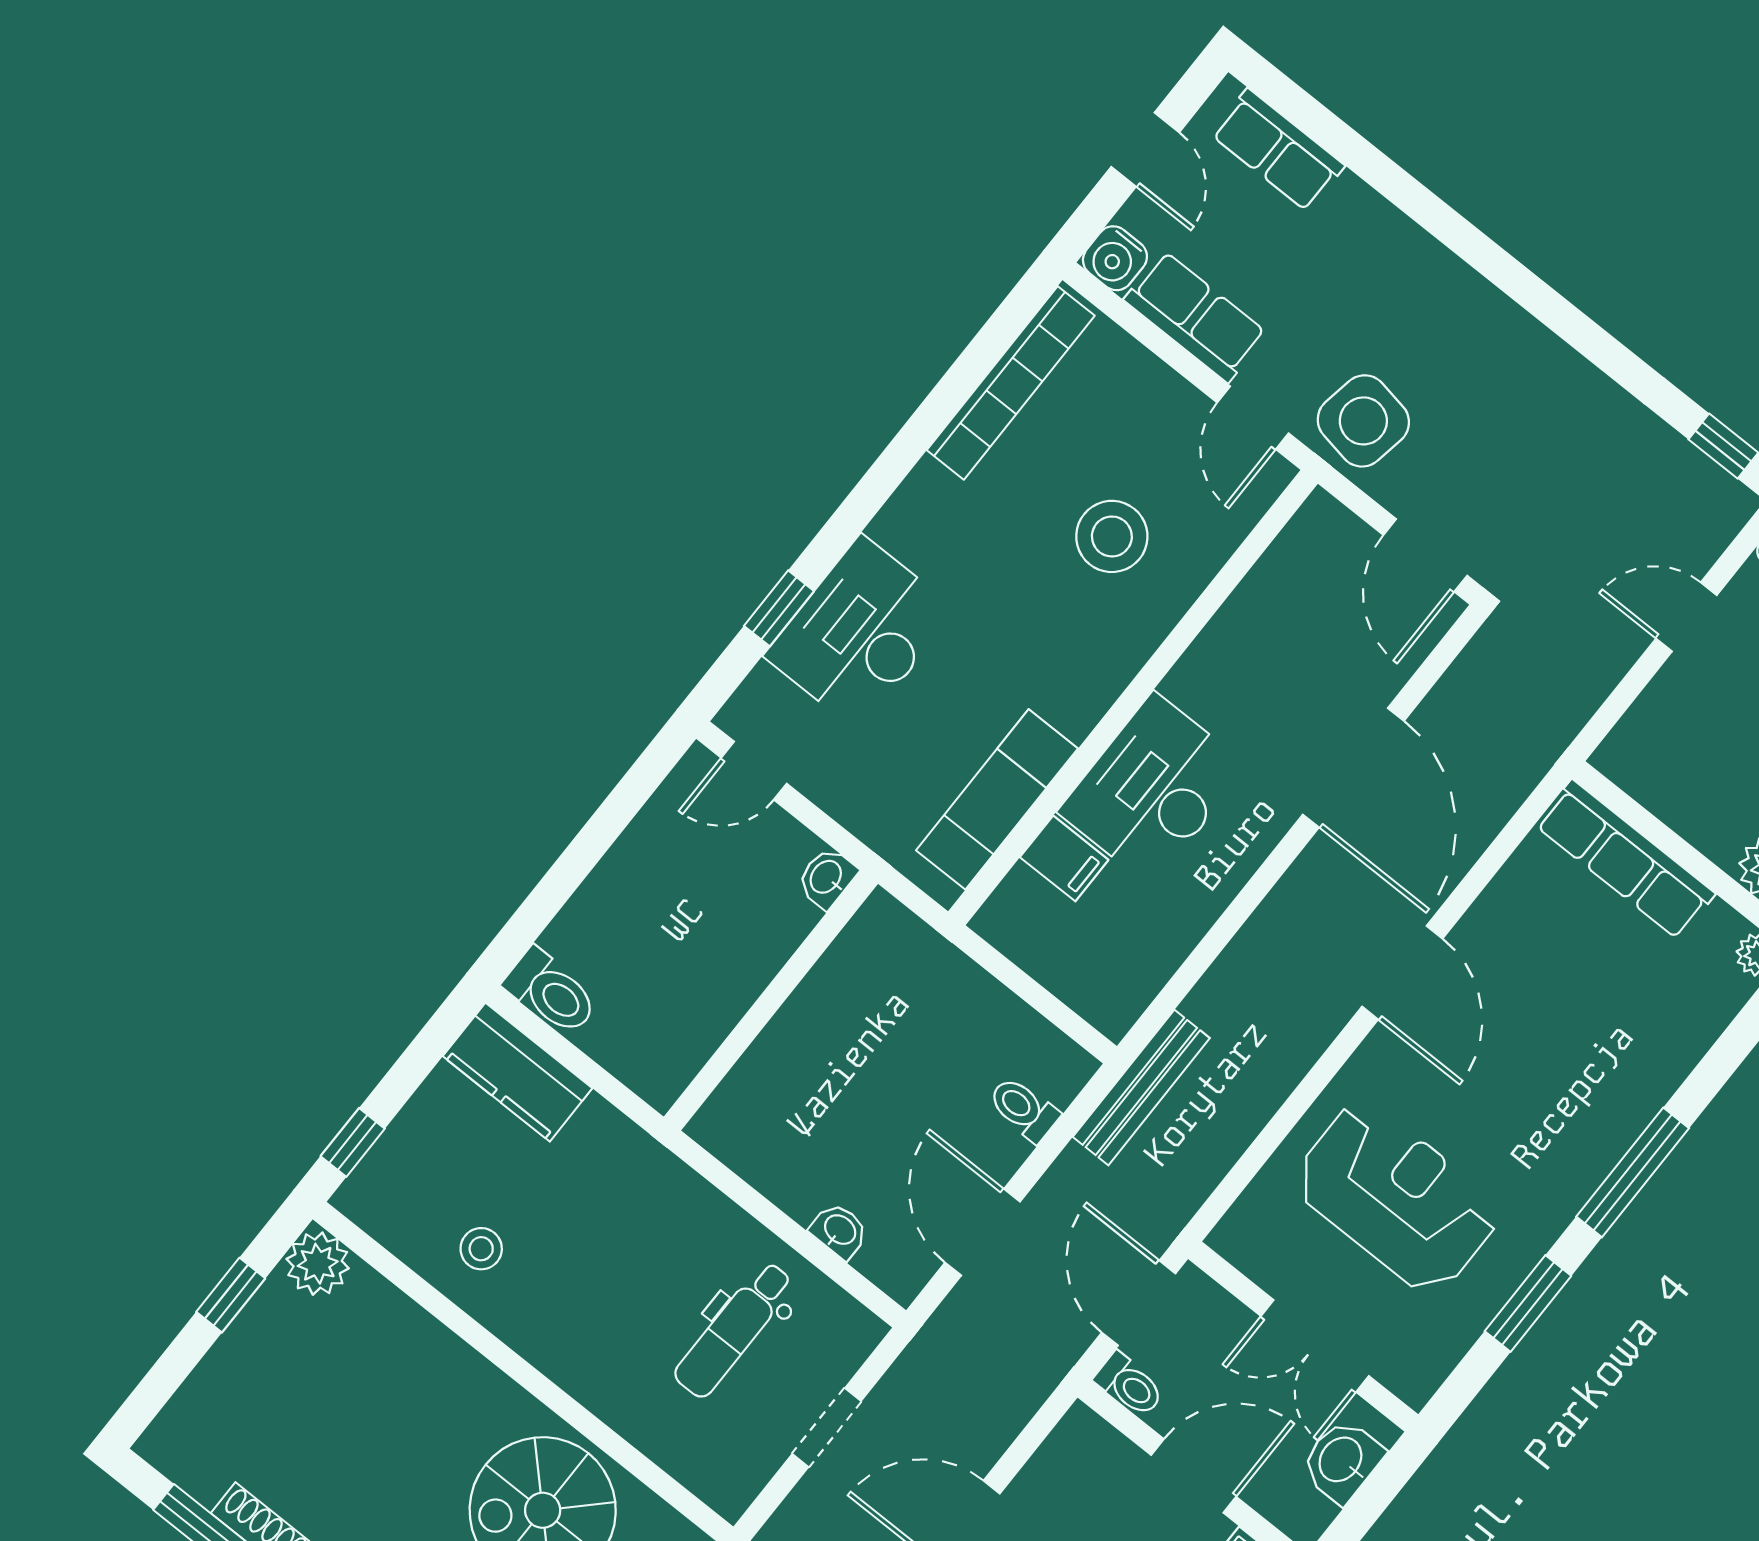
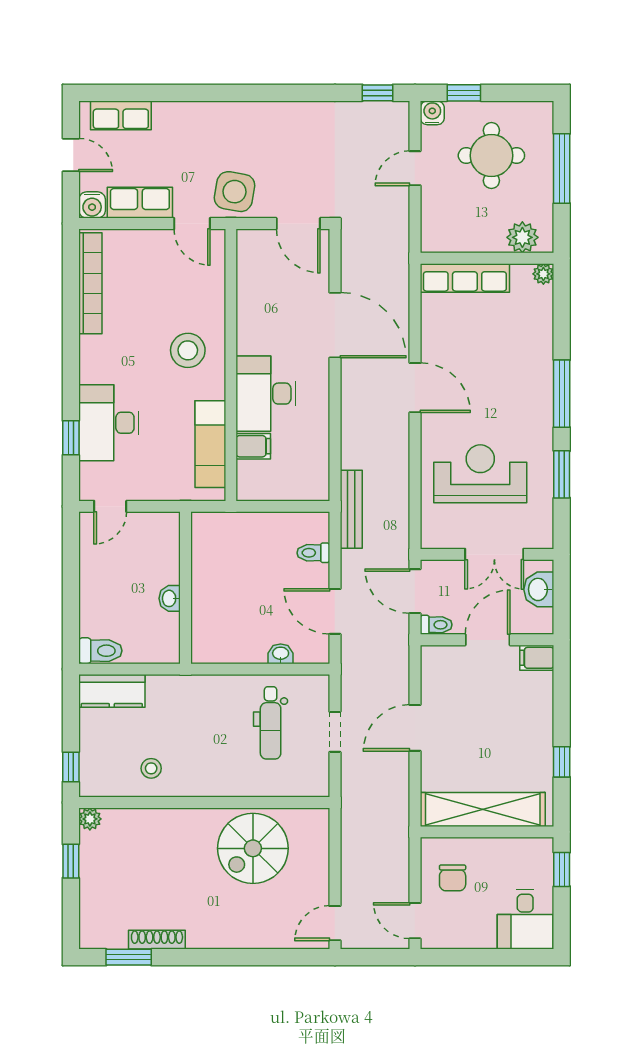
stool: (1112, 536) -> (188, 350), moved
washbasin: (827, 878) -> (170, 598), moved
plant: (318, 1264) -> (90, 819), width x0.73, depth x0.73

